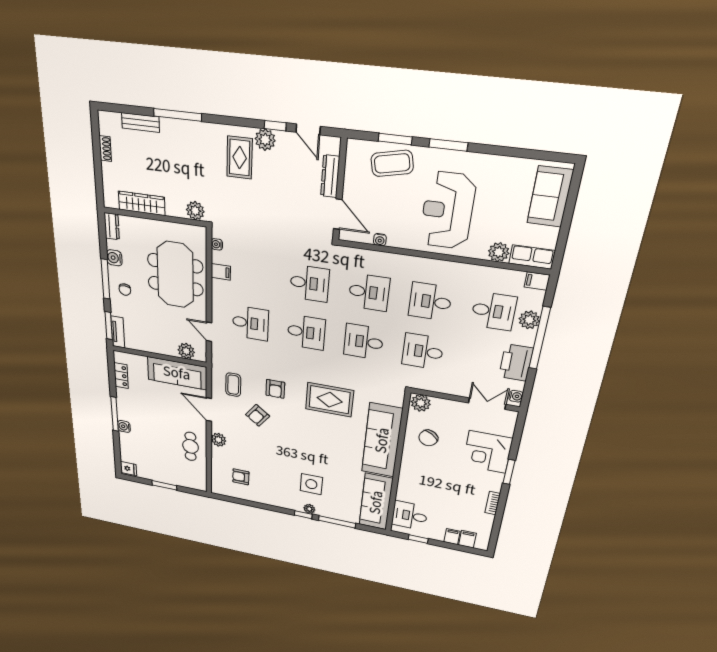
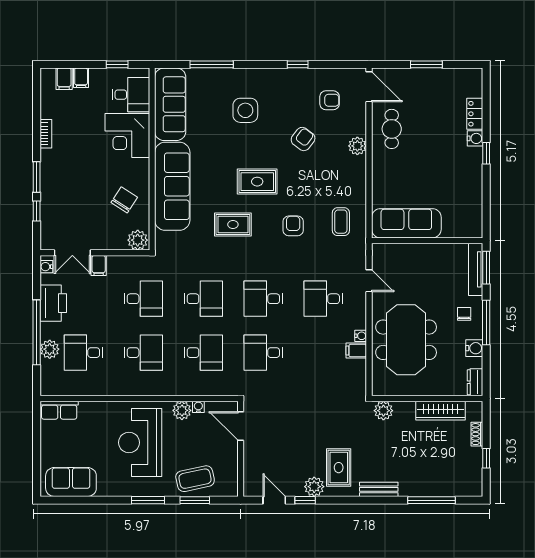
window: (177, 115) -> (432, 500), moved
bench: (140, 122) -> (379, 489), moved
shoe rack: (105, 149) -> (477, 434), moved
window: (97, 150) -> (486, 458), added
dresser: (330, 176) -> (251, 460), removed
sofa: (550, 197) -> (71, 482), moved, turned -90
reception desk: (447, 211) -> (140, 443), turned 180
water cooler: (217, 244) -> (361, 336), moved
plant: (499, 252) -> (182, 410), moved
filing cabinet: (537, 281) -> (99, 265), moved, turned 90
desk: (369, 292) -> (203, 353), turned 180
tv unit: (118, 332) -> (476, 269), width x1.41
plant: (186, 351) -> (395, 253), removed
locker: (121, 376) -> (475, 114), moved
rug: (330, 400) -> (233, 224), width x0.73, depth x0.70
door: (209, 410) -> (369, 87), moved
window: (115, 414) -> (486, 153), width x0.46
armchair: (258, 415) -> (303, 139), moved
rug: (305, 430) -> (257, 182), added
window: (515, 445) -> (37, 211), added
corner desk: (487, 452) -> (127, 136), moved, turned 180
fridge: (129, 469) -> (473, 78), removed
plant: (309, 509) -> (245, 75), removed
window: (303, 515) -> (298, 64), moved

